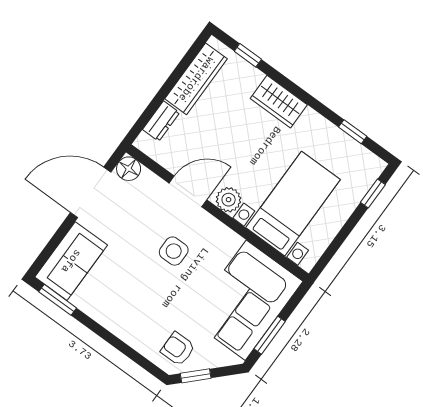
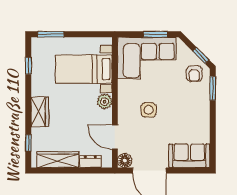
door: (188, 191) -> (115, 137), moved
window: (373, 193) -> (51, 34), width x1.50
window: (58, 300) -> (213, 88), moved

